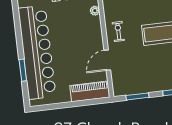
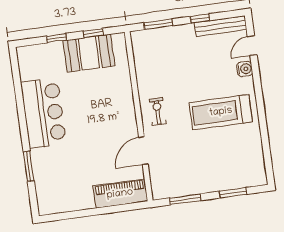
plant: (95, 11) -> (125, 84), removed
bar counter: (37, 52) -> (44, 113), width x0.54

